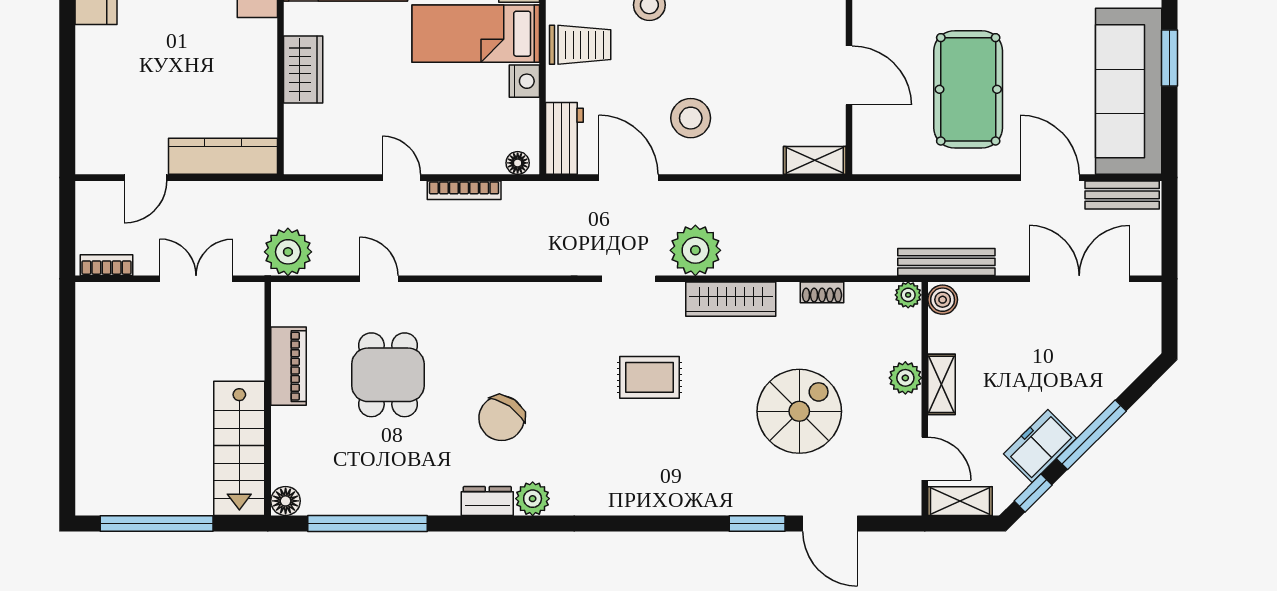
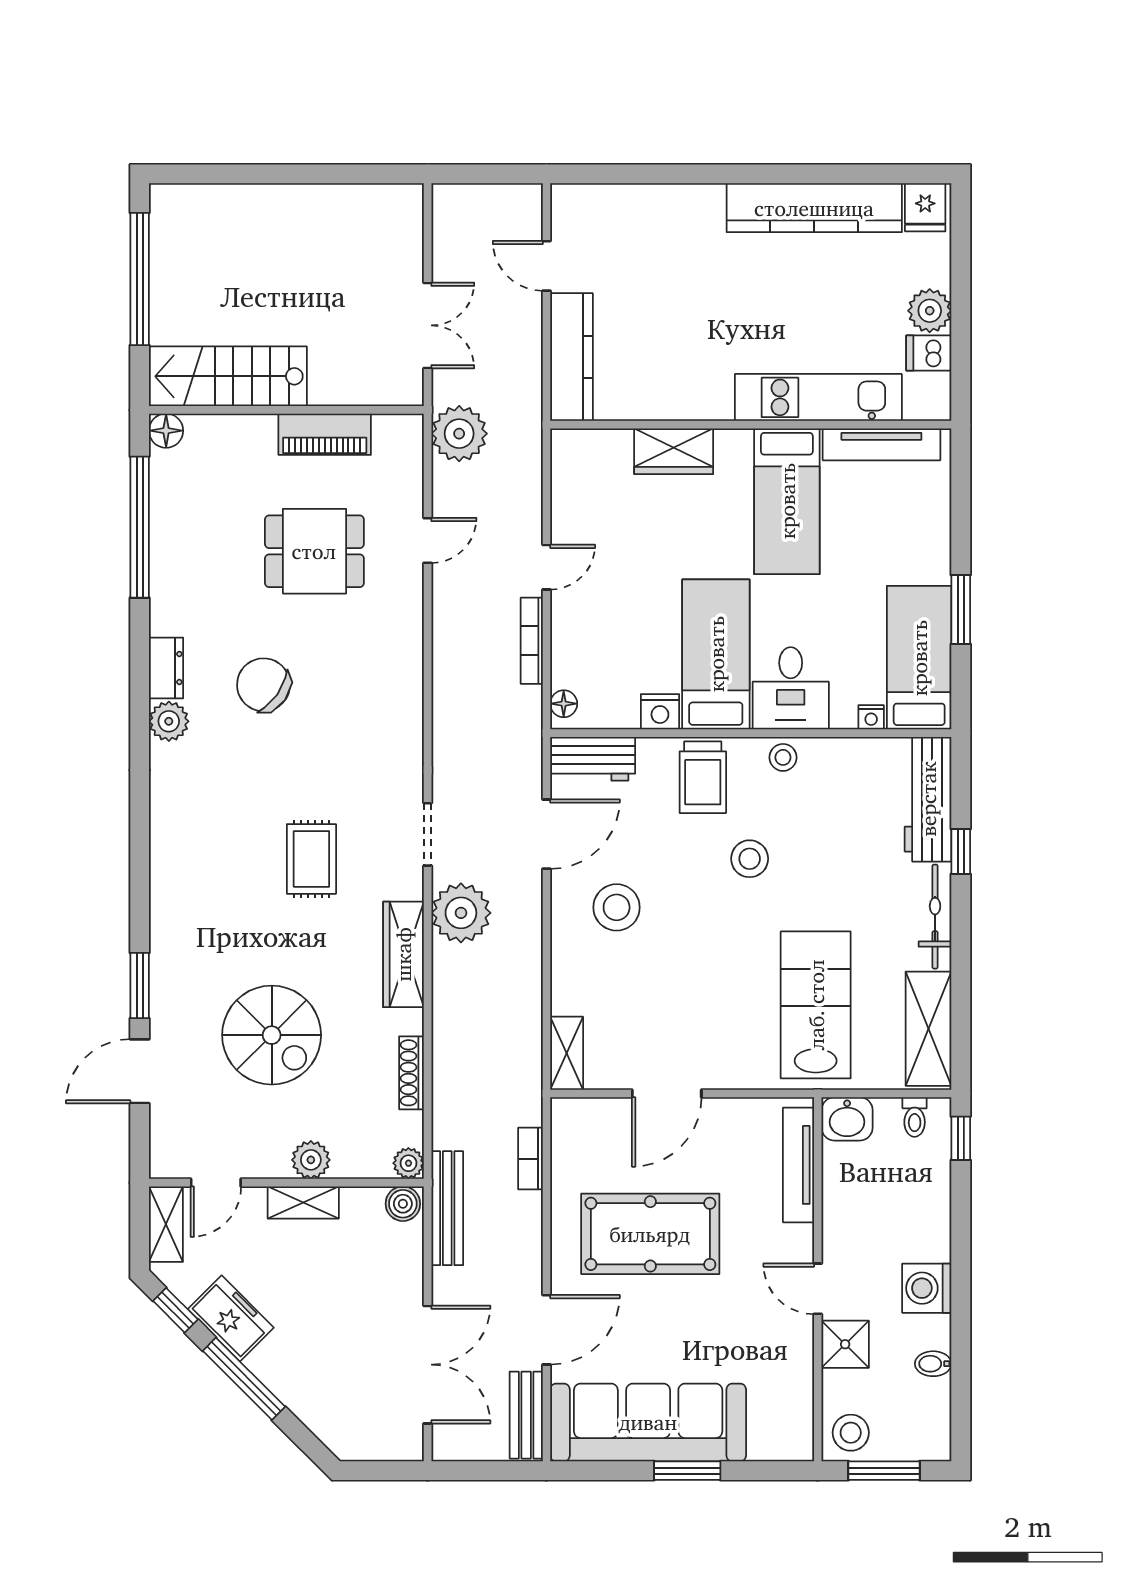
bookcase: (107, 265) -> (530, 1159), moved, turned 180
shoe rack: (822, 292) -> (411, 1073), width x1.43

